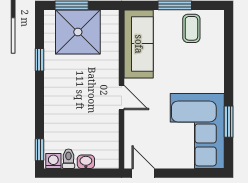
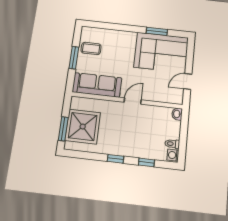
window: (39, 60) -> (116, 159), moved
window: (39, 150) -> (146, 162), moved
washbasin: (86, 162) -> (177, 114), moved
door: (143, 173) -> (188, 81), moved

